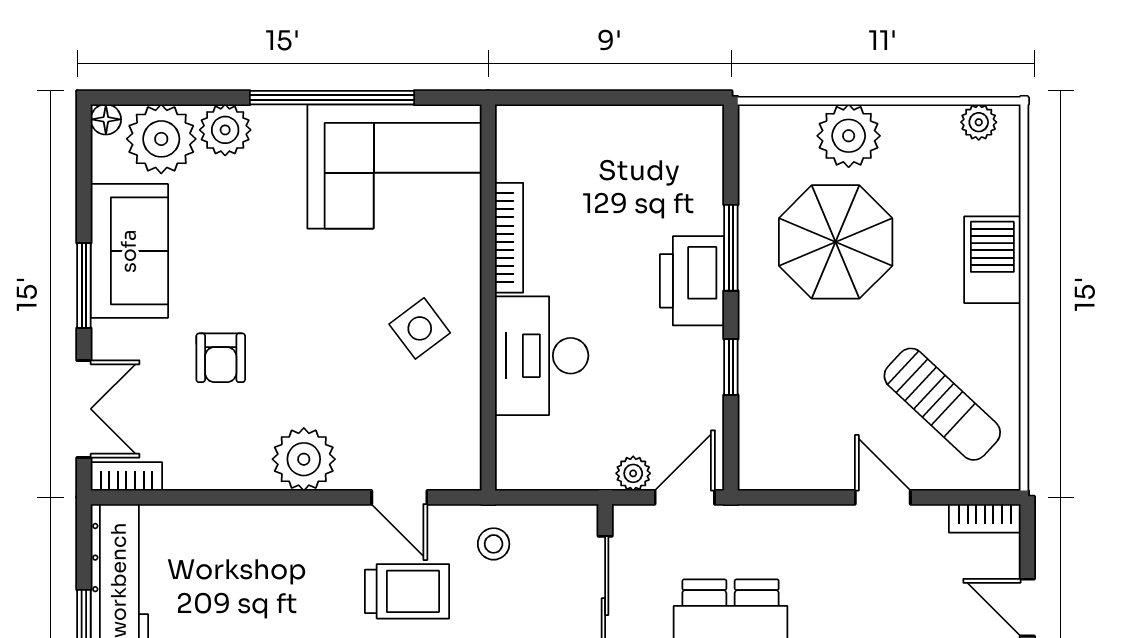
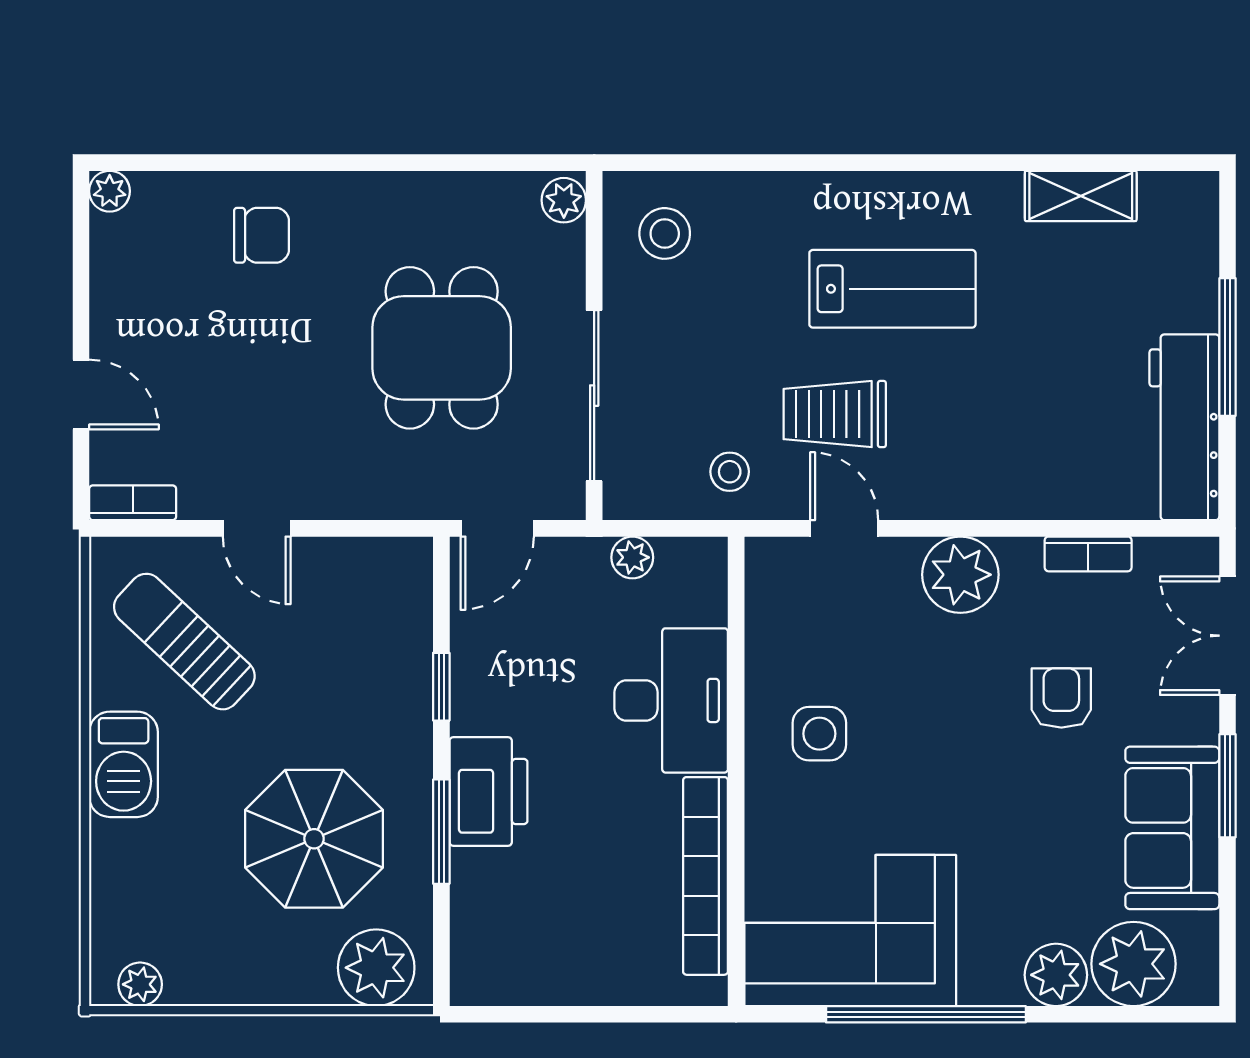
floor lamp: (106, 119) -> (1201, 988), removed
plant: (849, 136) -> (376, 968), moved
bookcase: (509, 238) -> (705, 876), width x1.48, depth x1.31
barbecue: (992, 260) -> (124, 764), moved
side table: (420, 328) -> (819, 734), turned 37
plant: (633, 473) -> (632, 557), moved
bookcase: (126, 476) -> (1088, 554), moved

